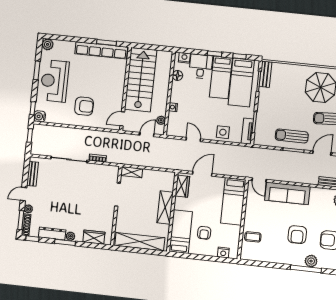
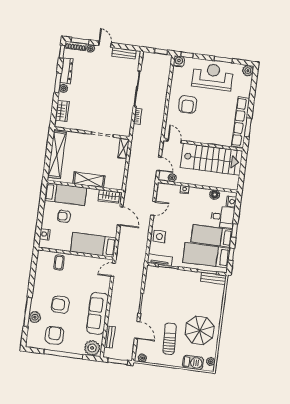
sun lounger: (292, 136) -> (154, 302), removed
sofa: (287, 193) -> (97, 313), moved

